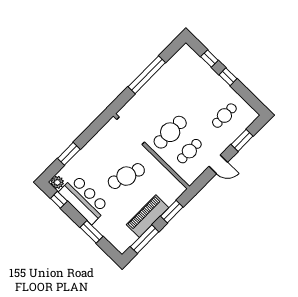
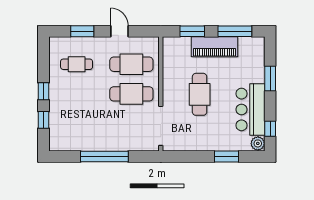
cafe table: (189, 151) -> (131, 64), width x1.37, depth x1.35
cafe table: (126, 176) -> (200, 94), turned 72

